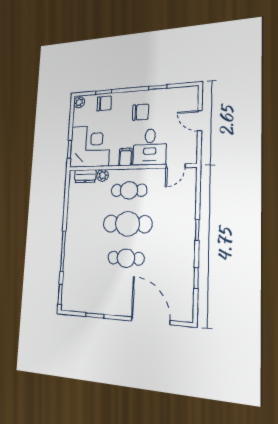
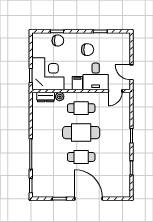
plant: (79, 102) -> (36, 38), removed
door: (200, 121) -> (132, 72), moved
door: (151, 321) -> (89, 199), moved

